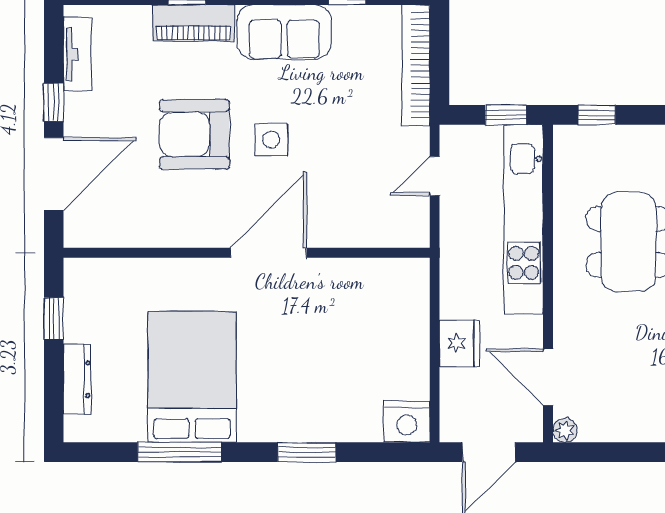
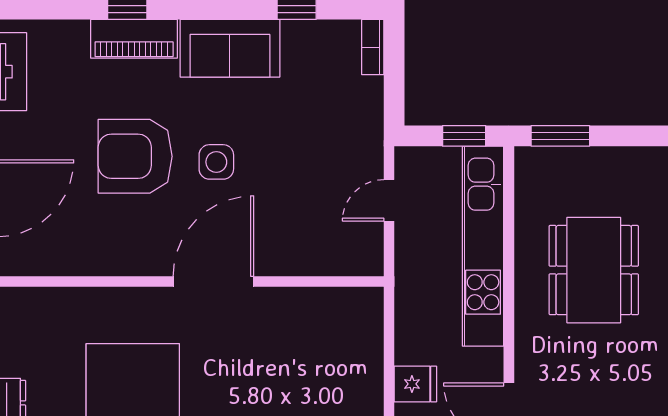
bookcase: (416, 65) -> (373, 47), width x0.43, depth x0.76
window: (597, 115) -> (560, 136), width x1.50
fridge: (460, 343) -> (415, 384), width x0.72

